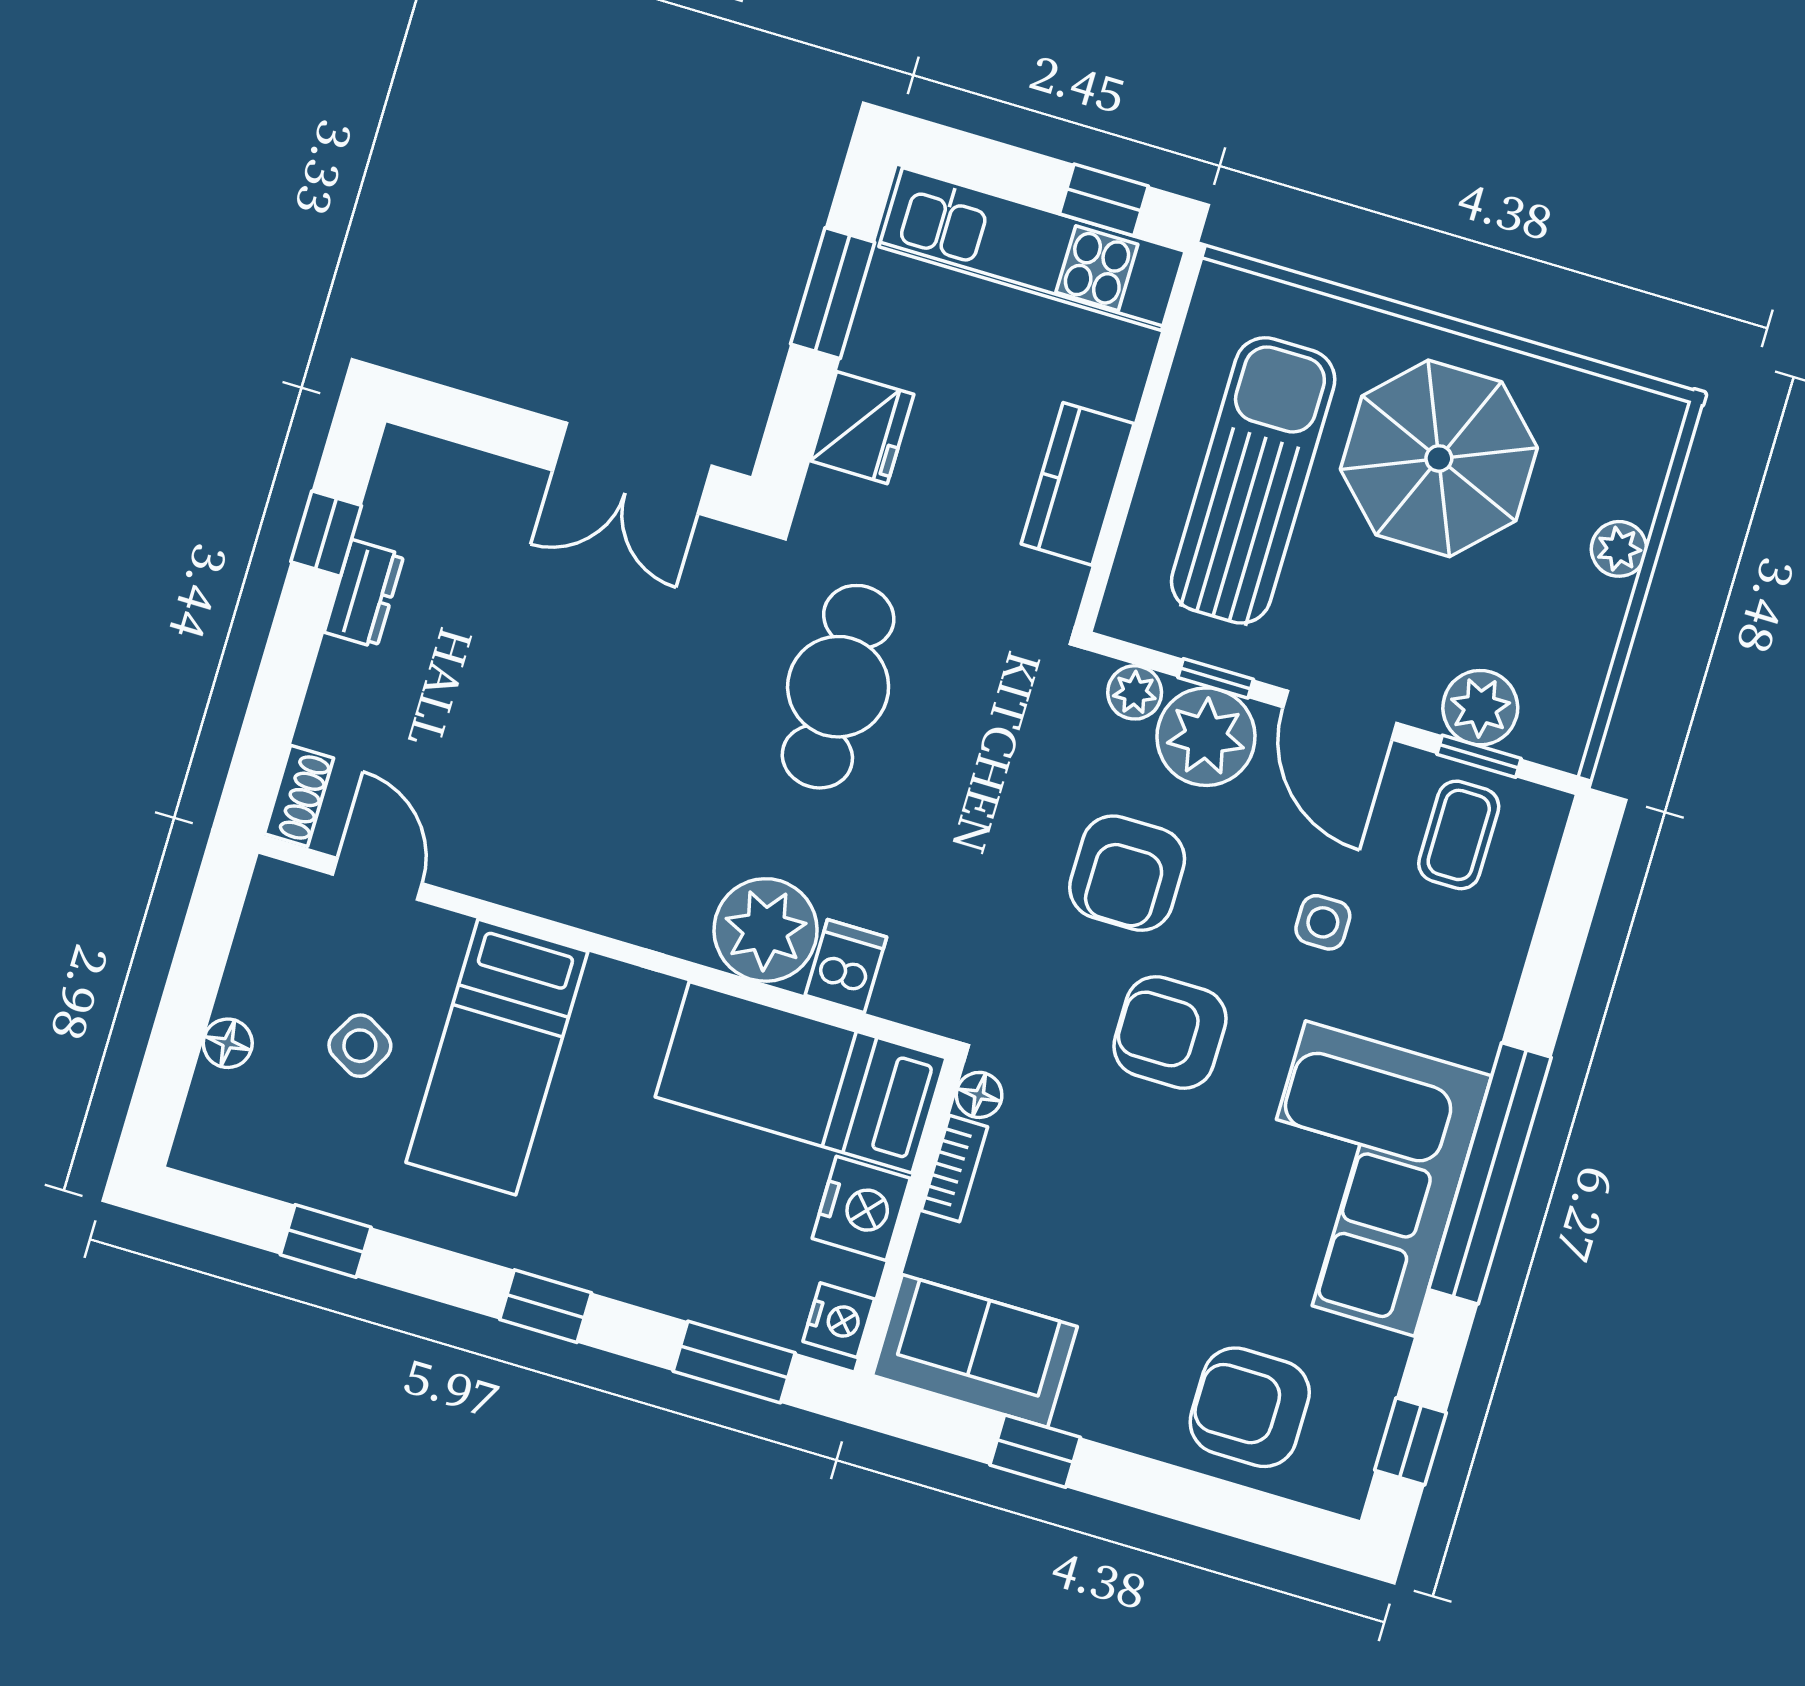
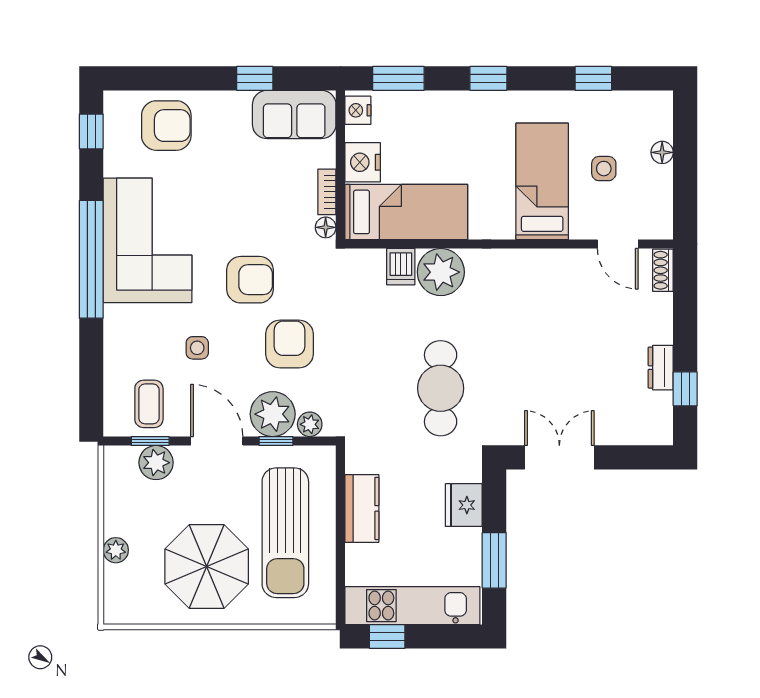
side table: (360, 1046) -> (604, 169), turned -30

